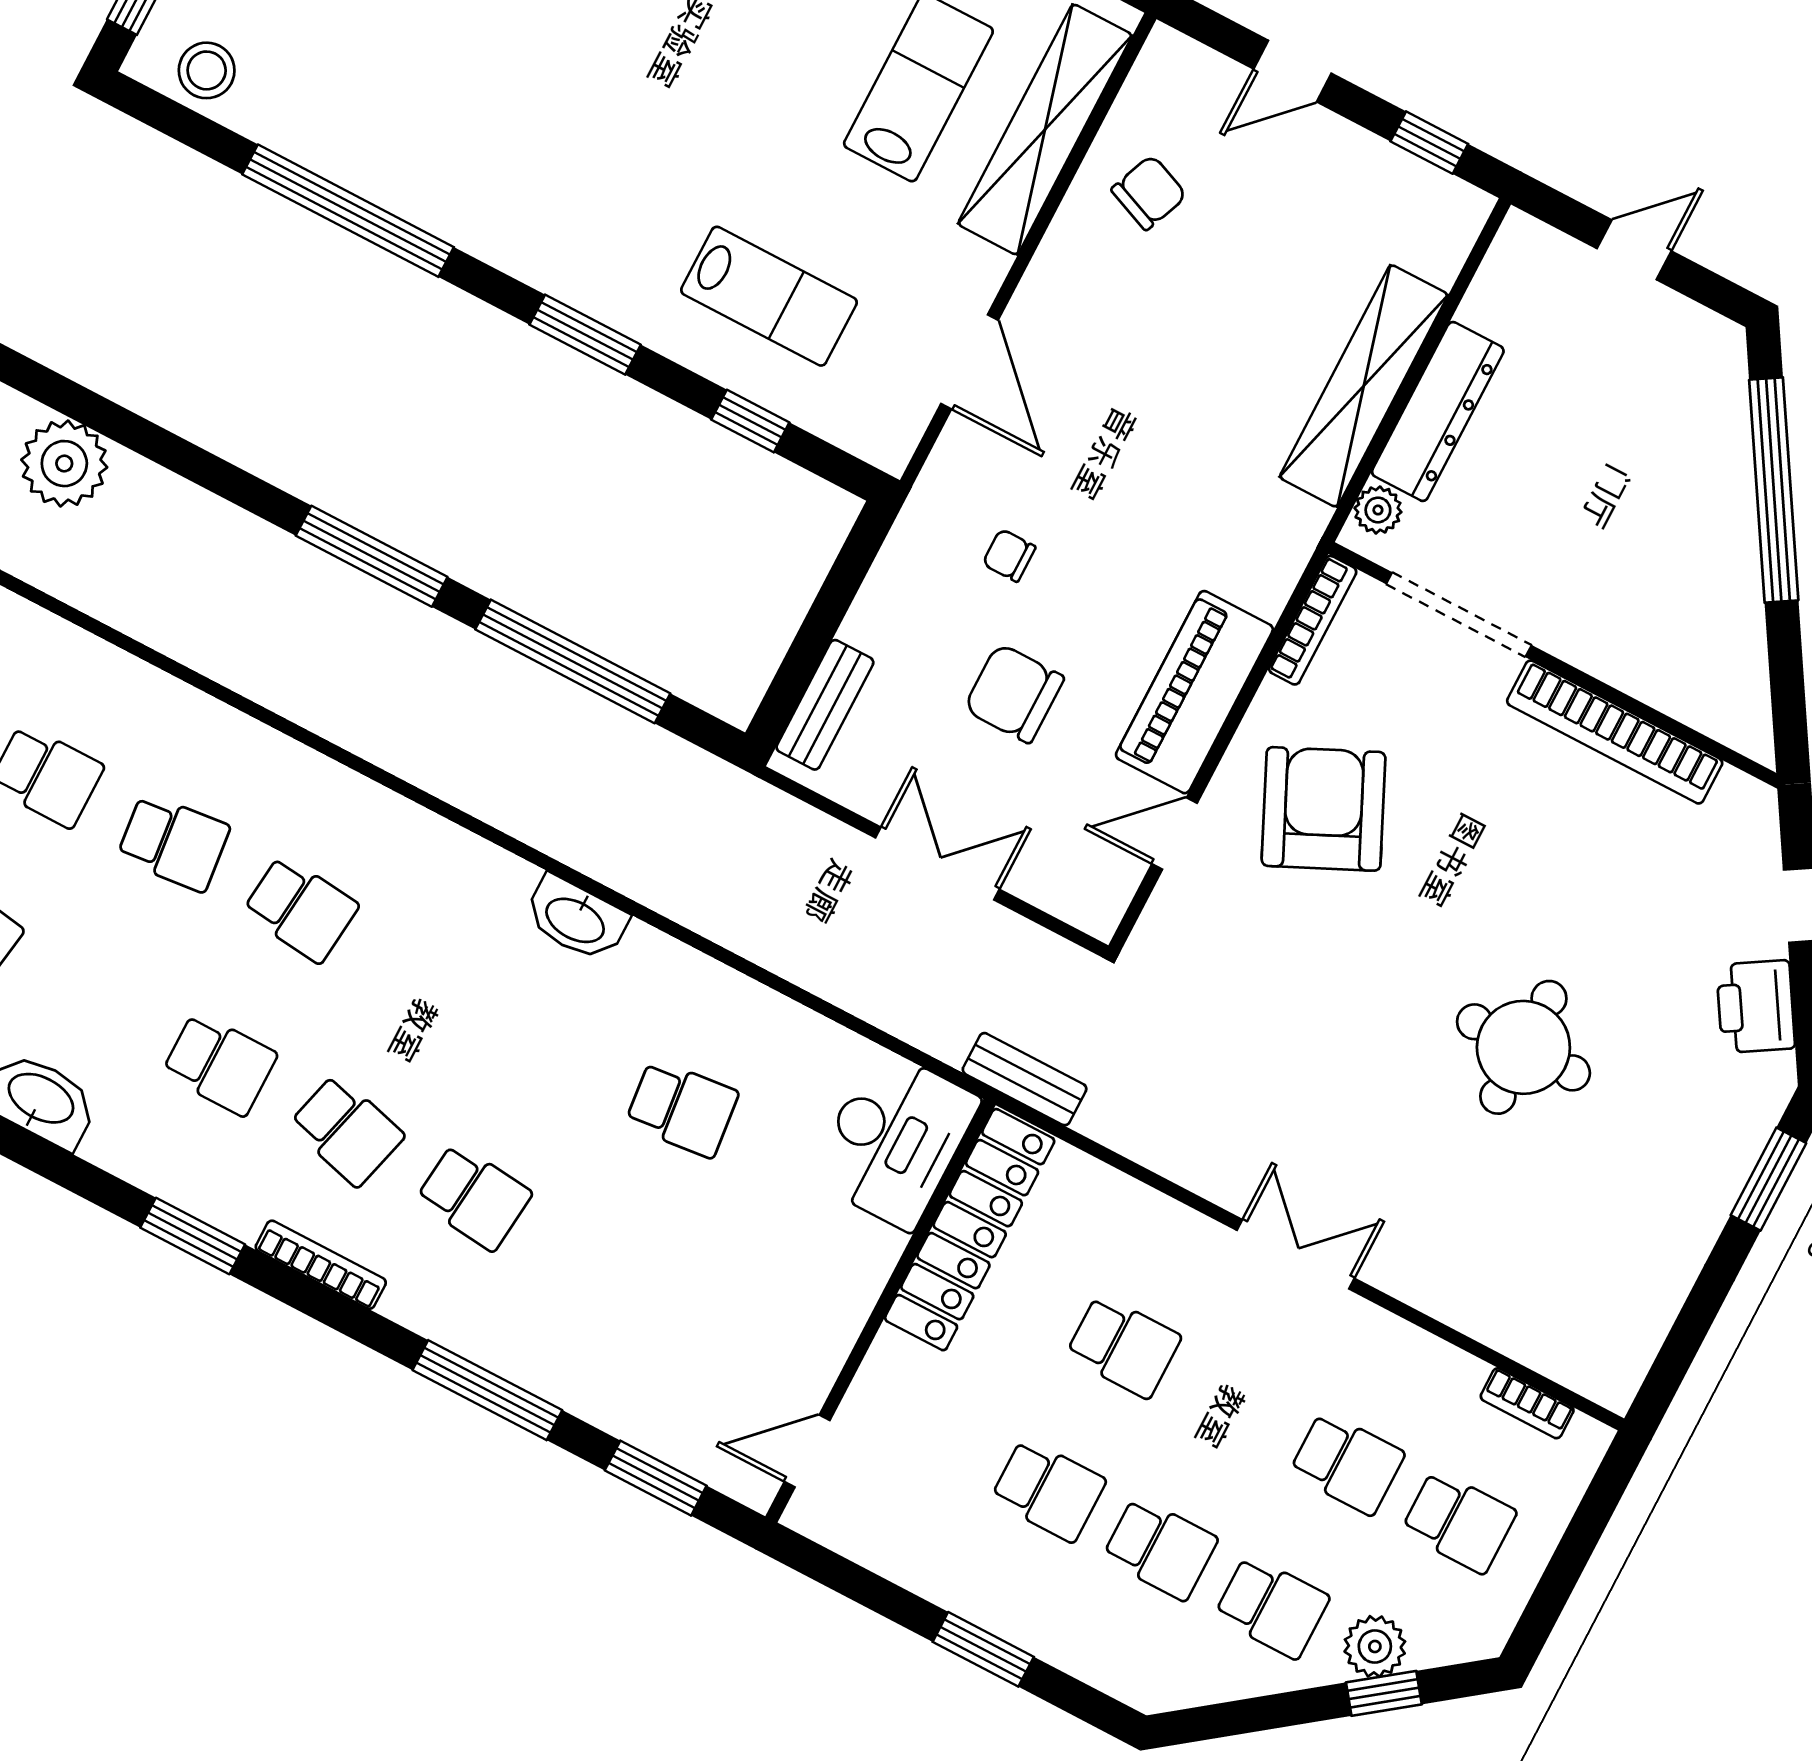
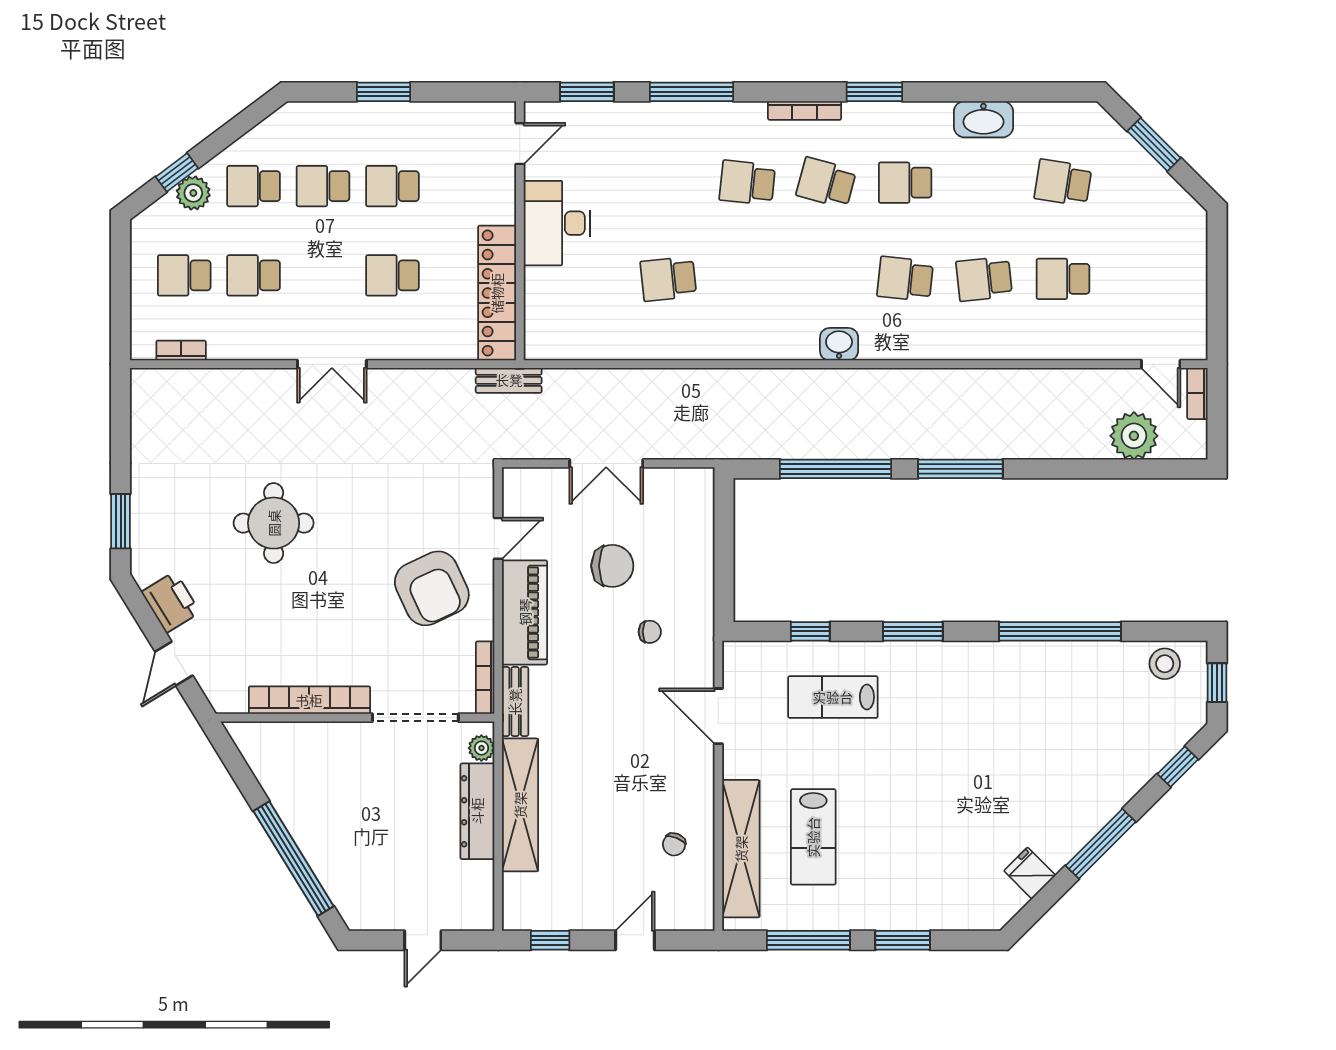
chair: (1149, 193) -> (674, 844), width x0.73, depth x0.73
bench: (825, 705) -> (515, 702), moved
washbasin: (576, 919) -> (839, 344), moved, width x0.72
desk: (894, 1139) -> (557, 223), moved

